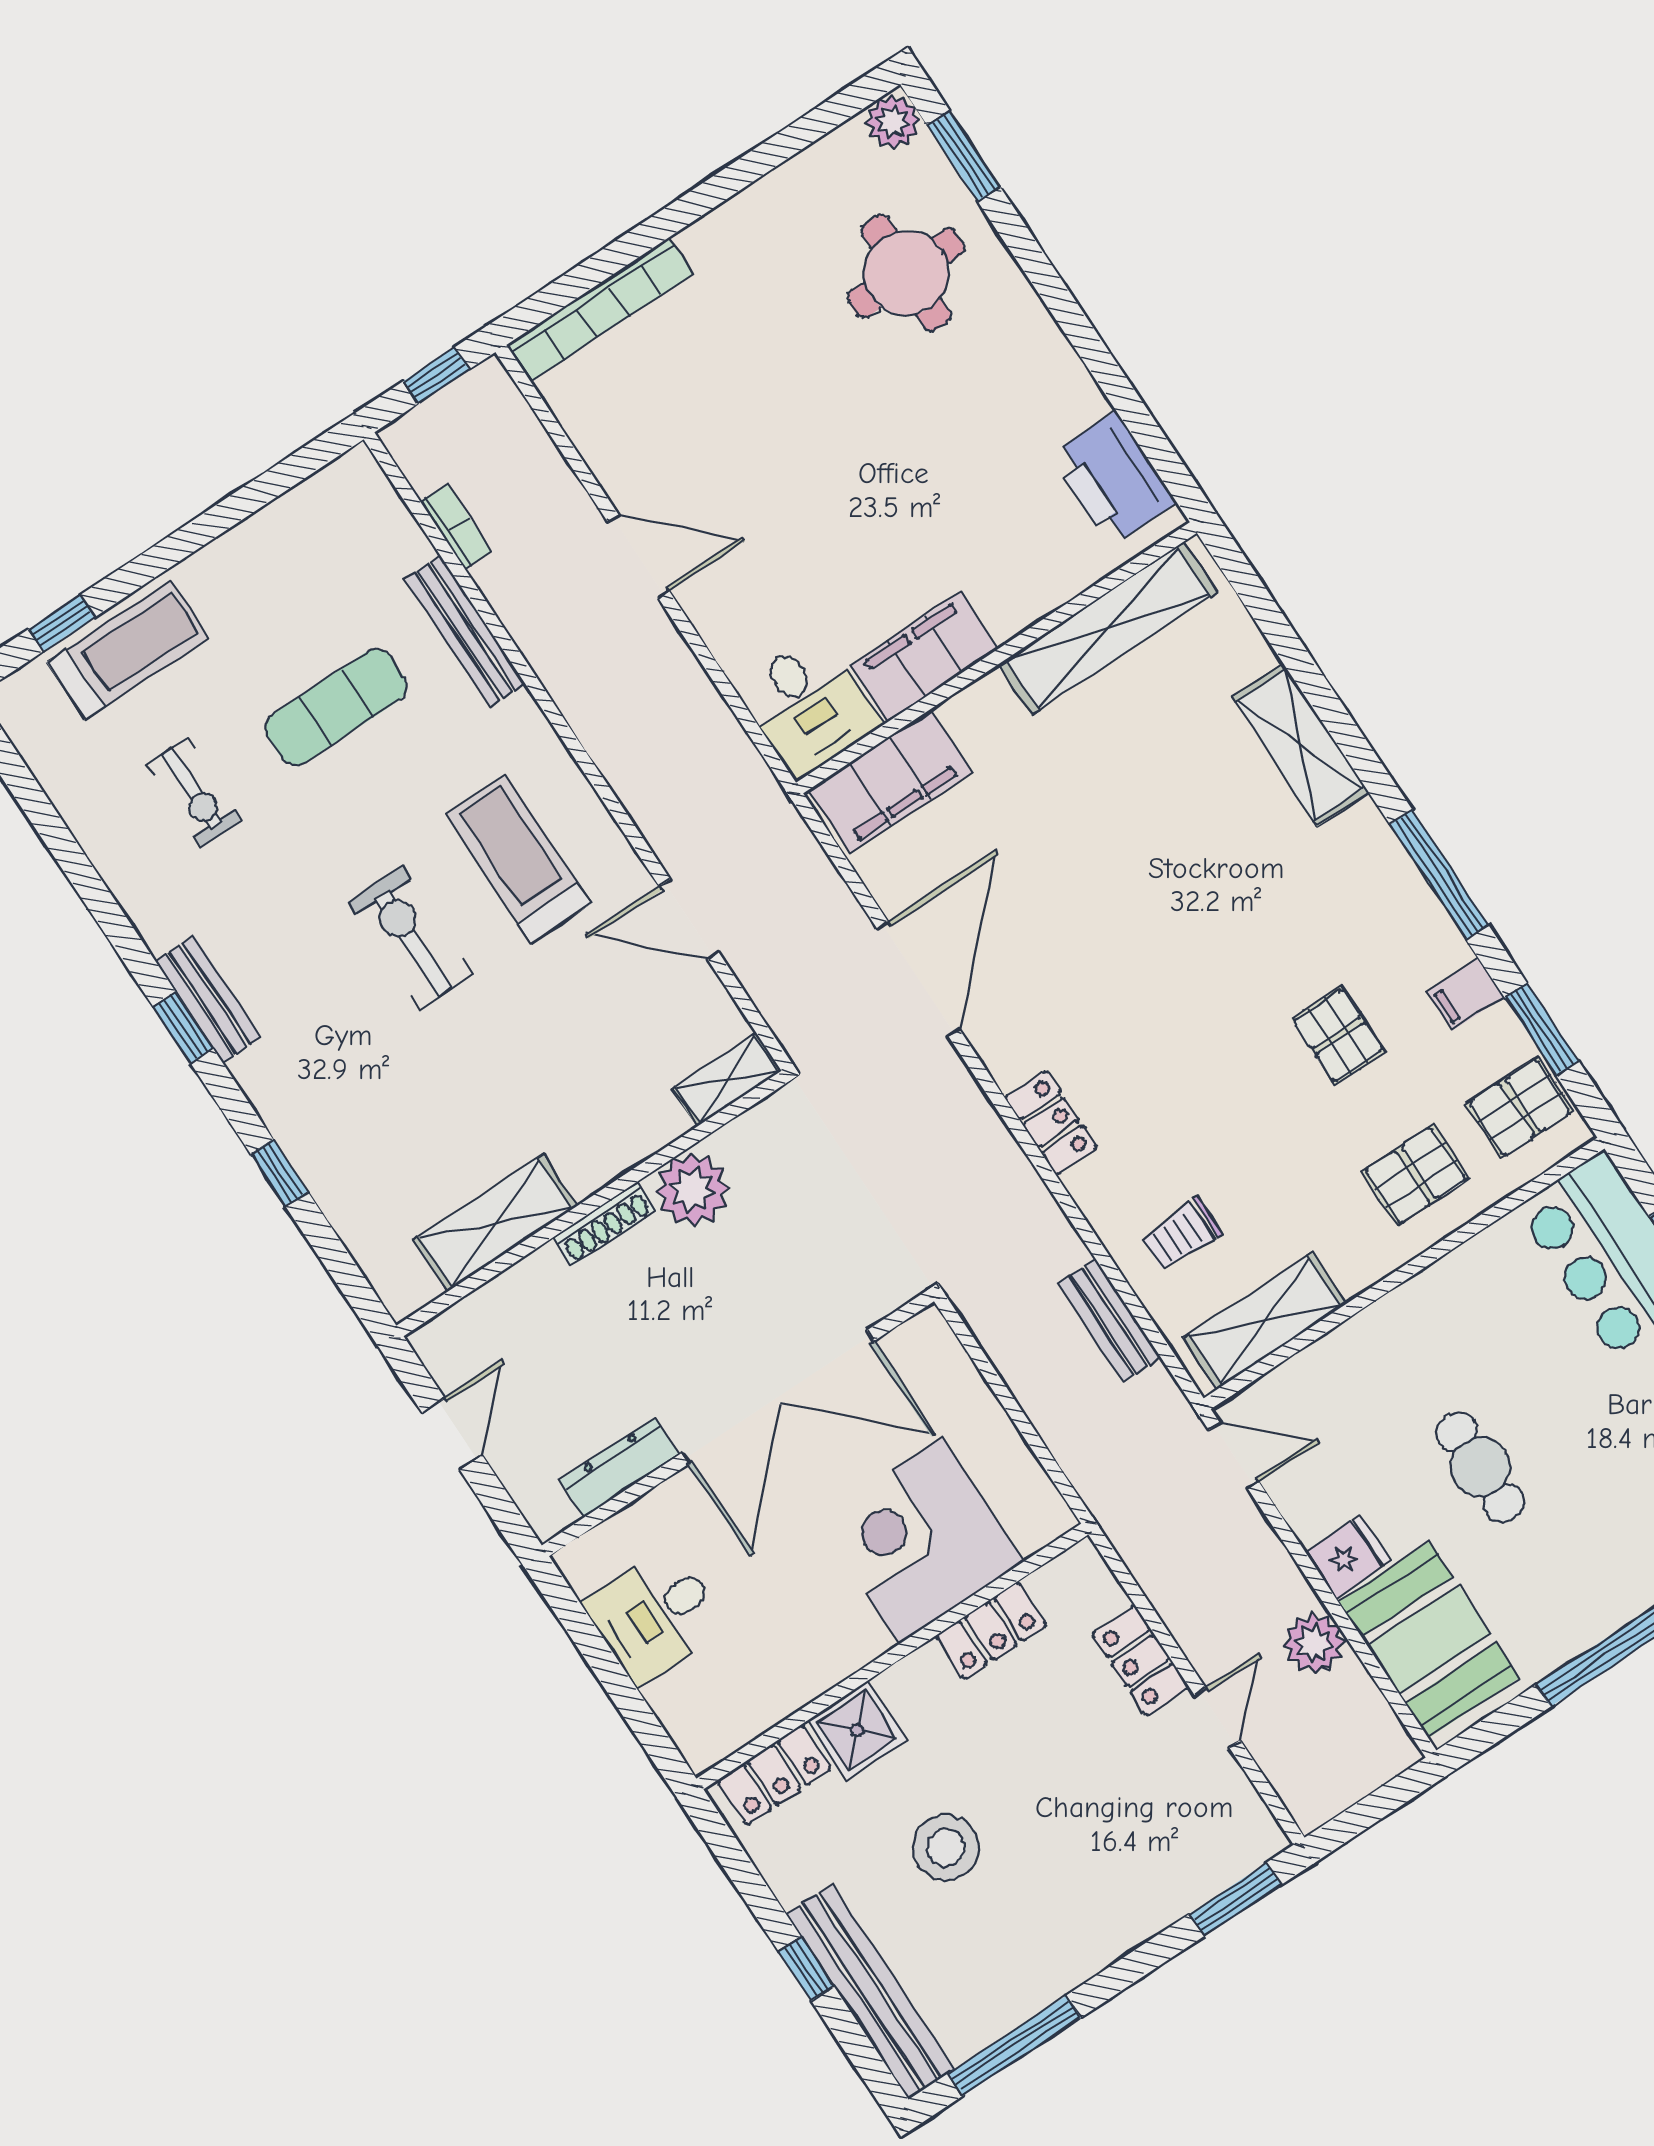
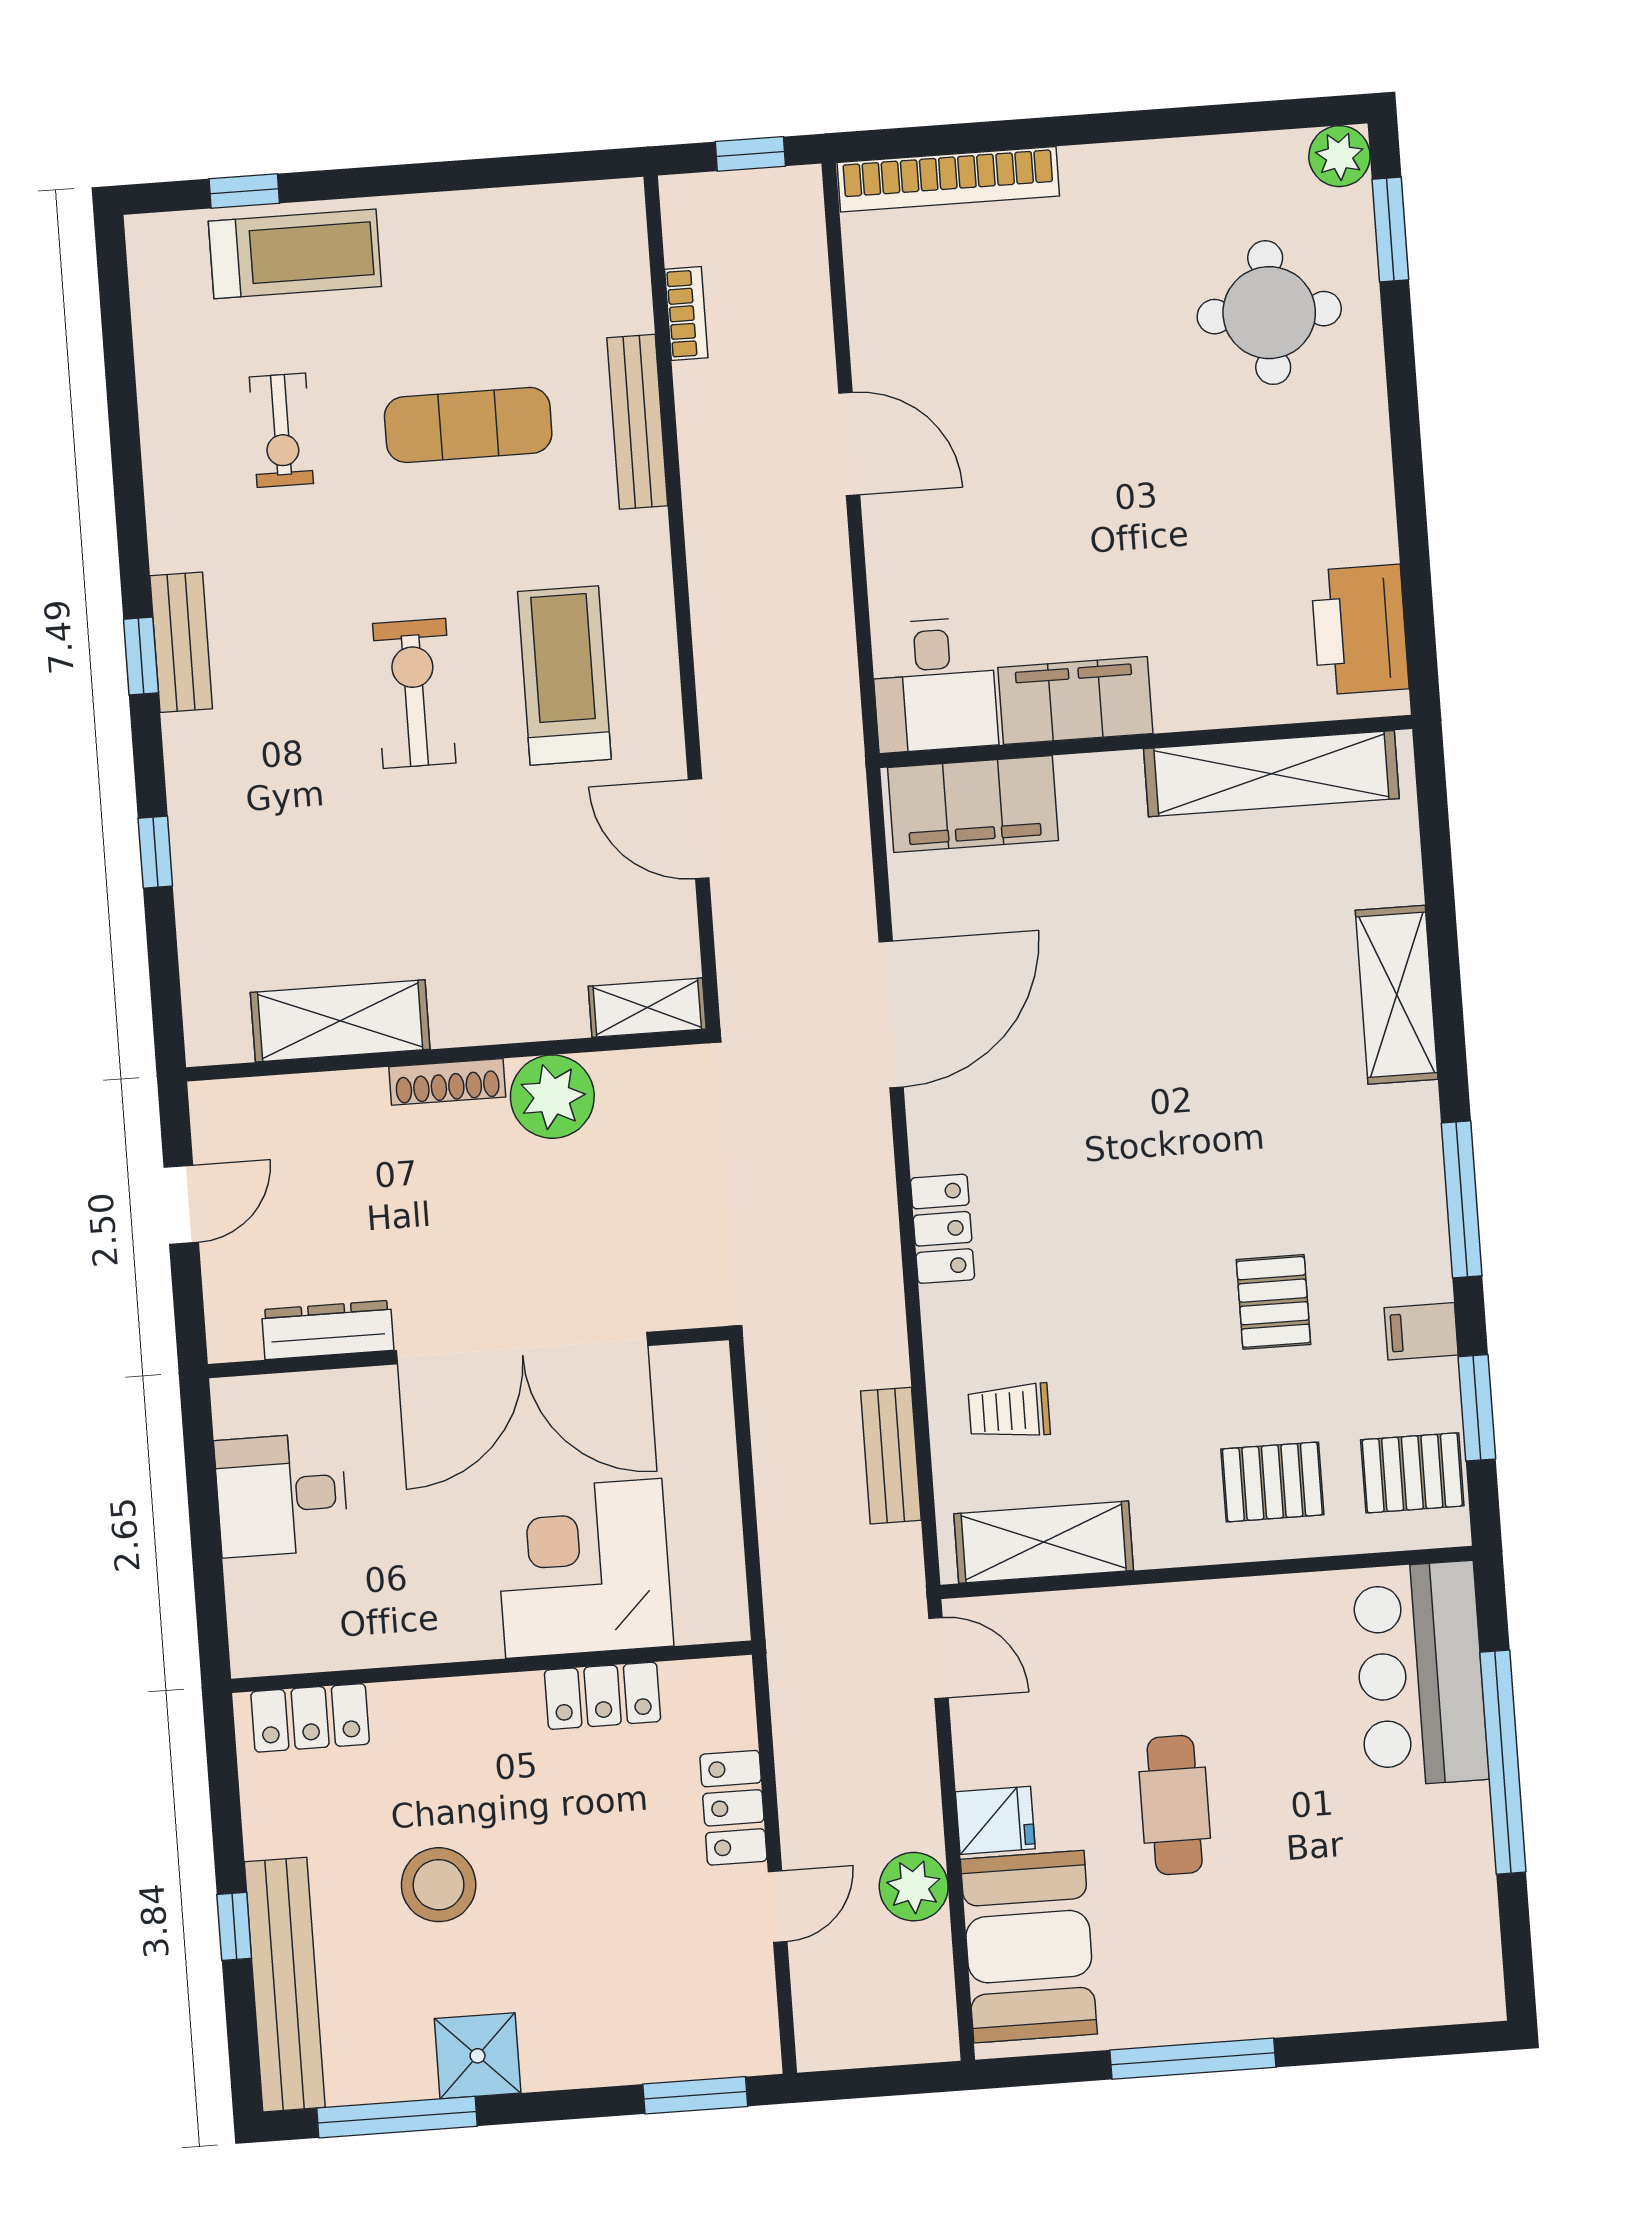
shower: (857, 1730) -> (478, 2056), moved

